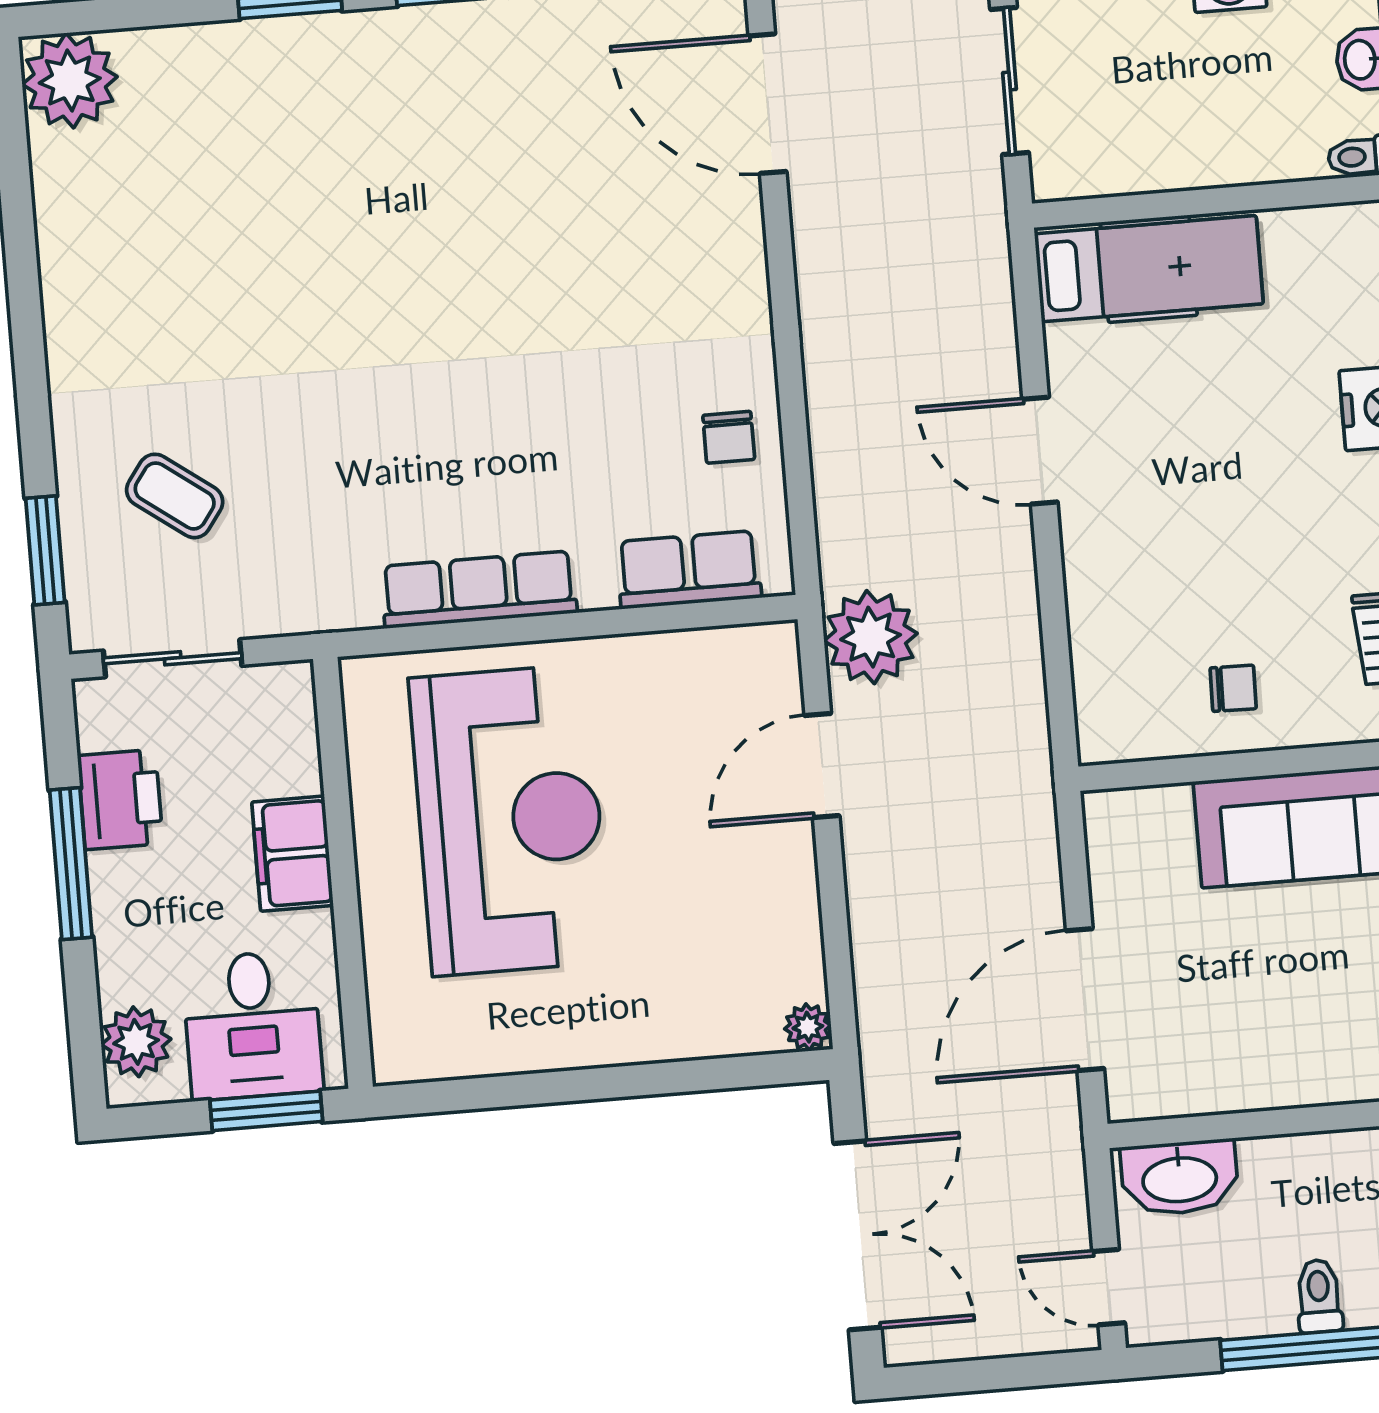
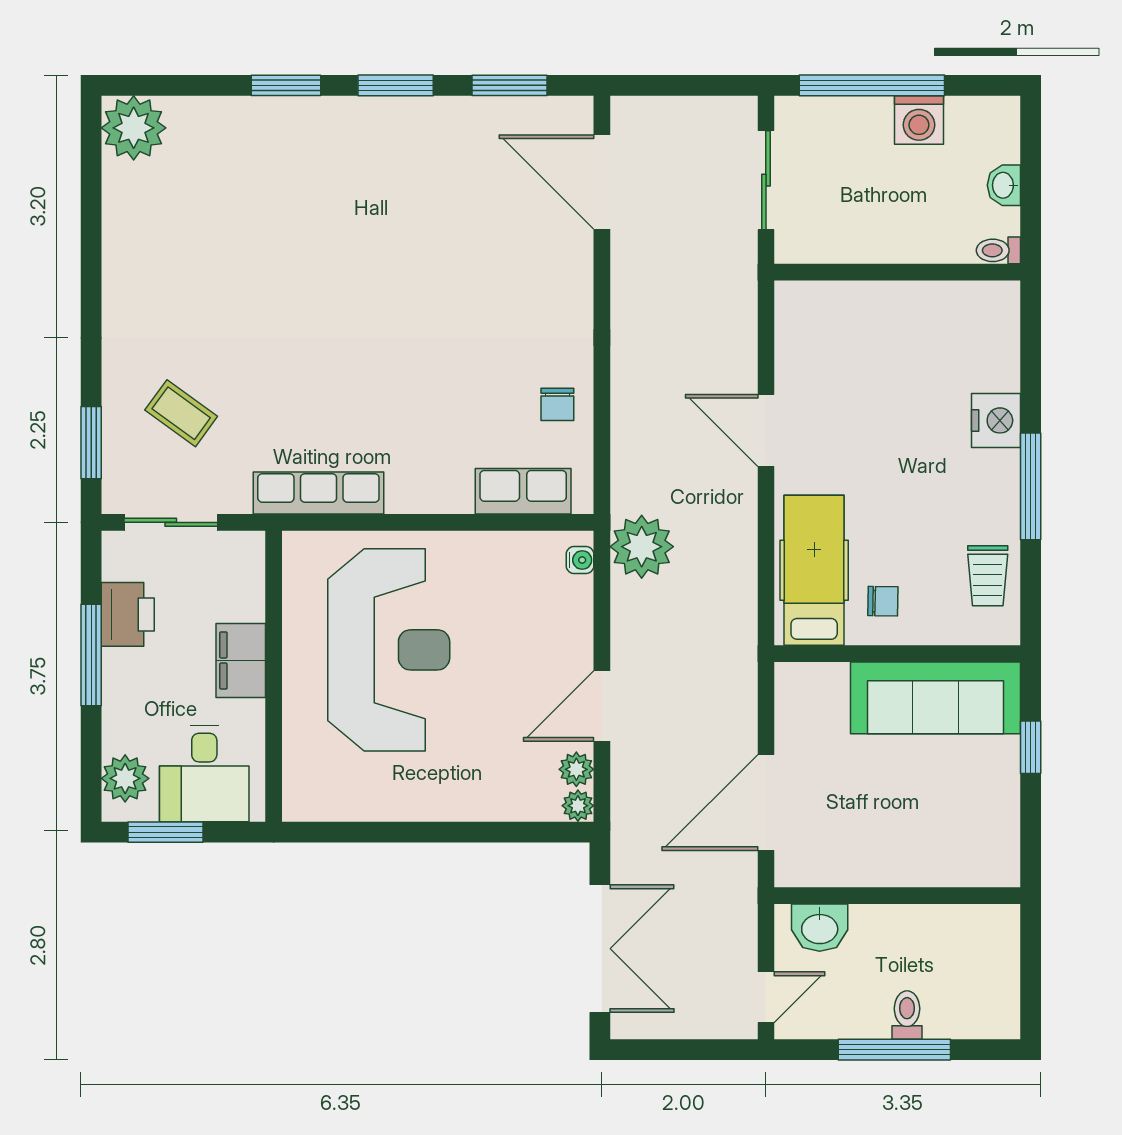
hospital bed: (1149, 269) -> (814, 570), moved, turned -90
row of seats: (479, 590) -> (318, 493), moved
water cooler: (781, 664) -> (580, 560), added
door: (822, 766) -> (602, 706), moved
plant: (801, 974) -> (576, 769), added
window: (266, 1111) -> (166, 832), moved
washbasin: (1179, 1178) -> (820, 928), width x0.72
door: (1109, 1287) -> (766, 997), swing flipped

